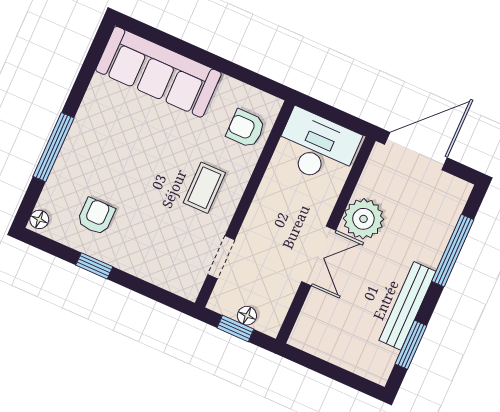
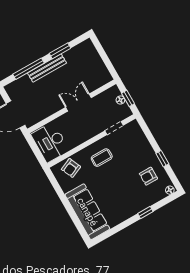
armchair: (246, 129) -> (71, 168), turned 66
window: (53, 147) -> (145, 212), width x0.46
plant: (363, 219) -> (52, 104), removed
bench: (407, 306) -> (47, 68), moved
window: (411, 345) -> (60, 51), moved

